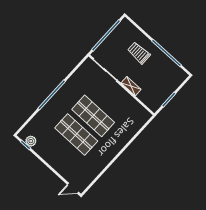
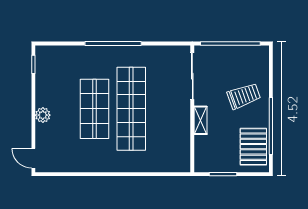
trolley: (139, 53) -> (244, 96), turned 70
pallet: (169, 71) -> (253, 147), added
shop shelf: (93, 116) -> (131, 109), width x1.40
plant: (31, 141) -> (43, 115), moved

